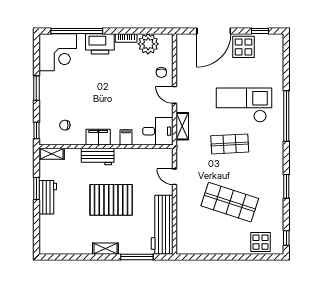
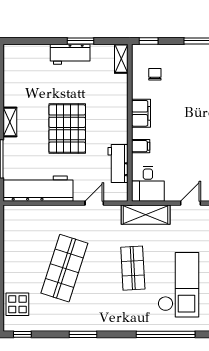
shelving: (182, 126) -> (146, 215), width x1.50, depth x1.33
workbench: (98, 157) -> (118, 163), moved

